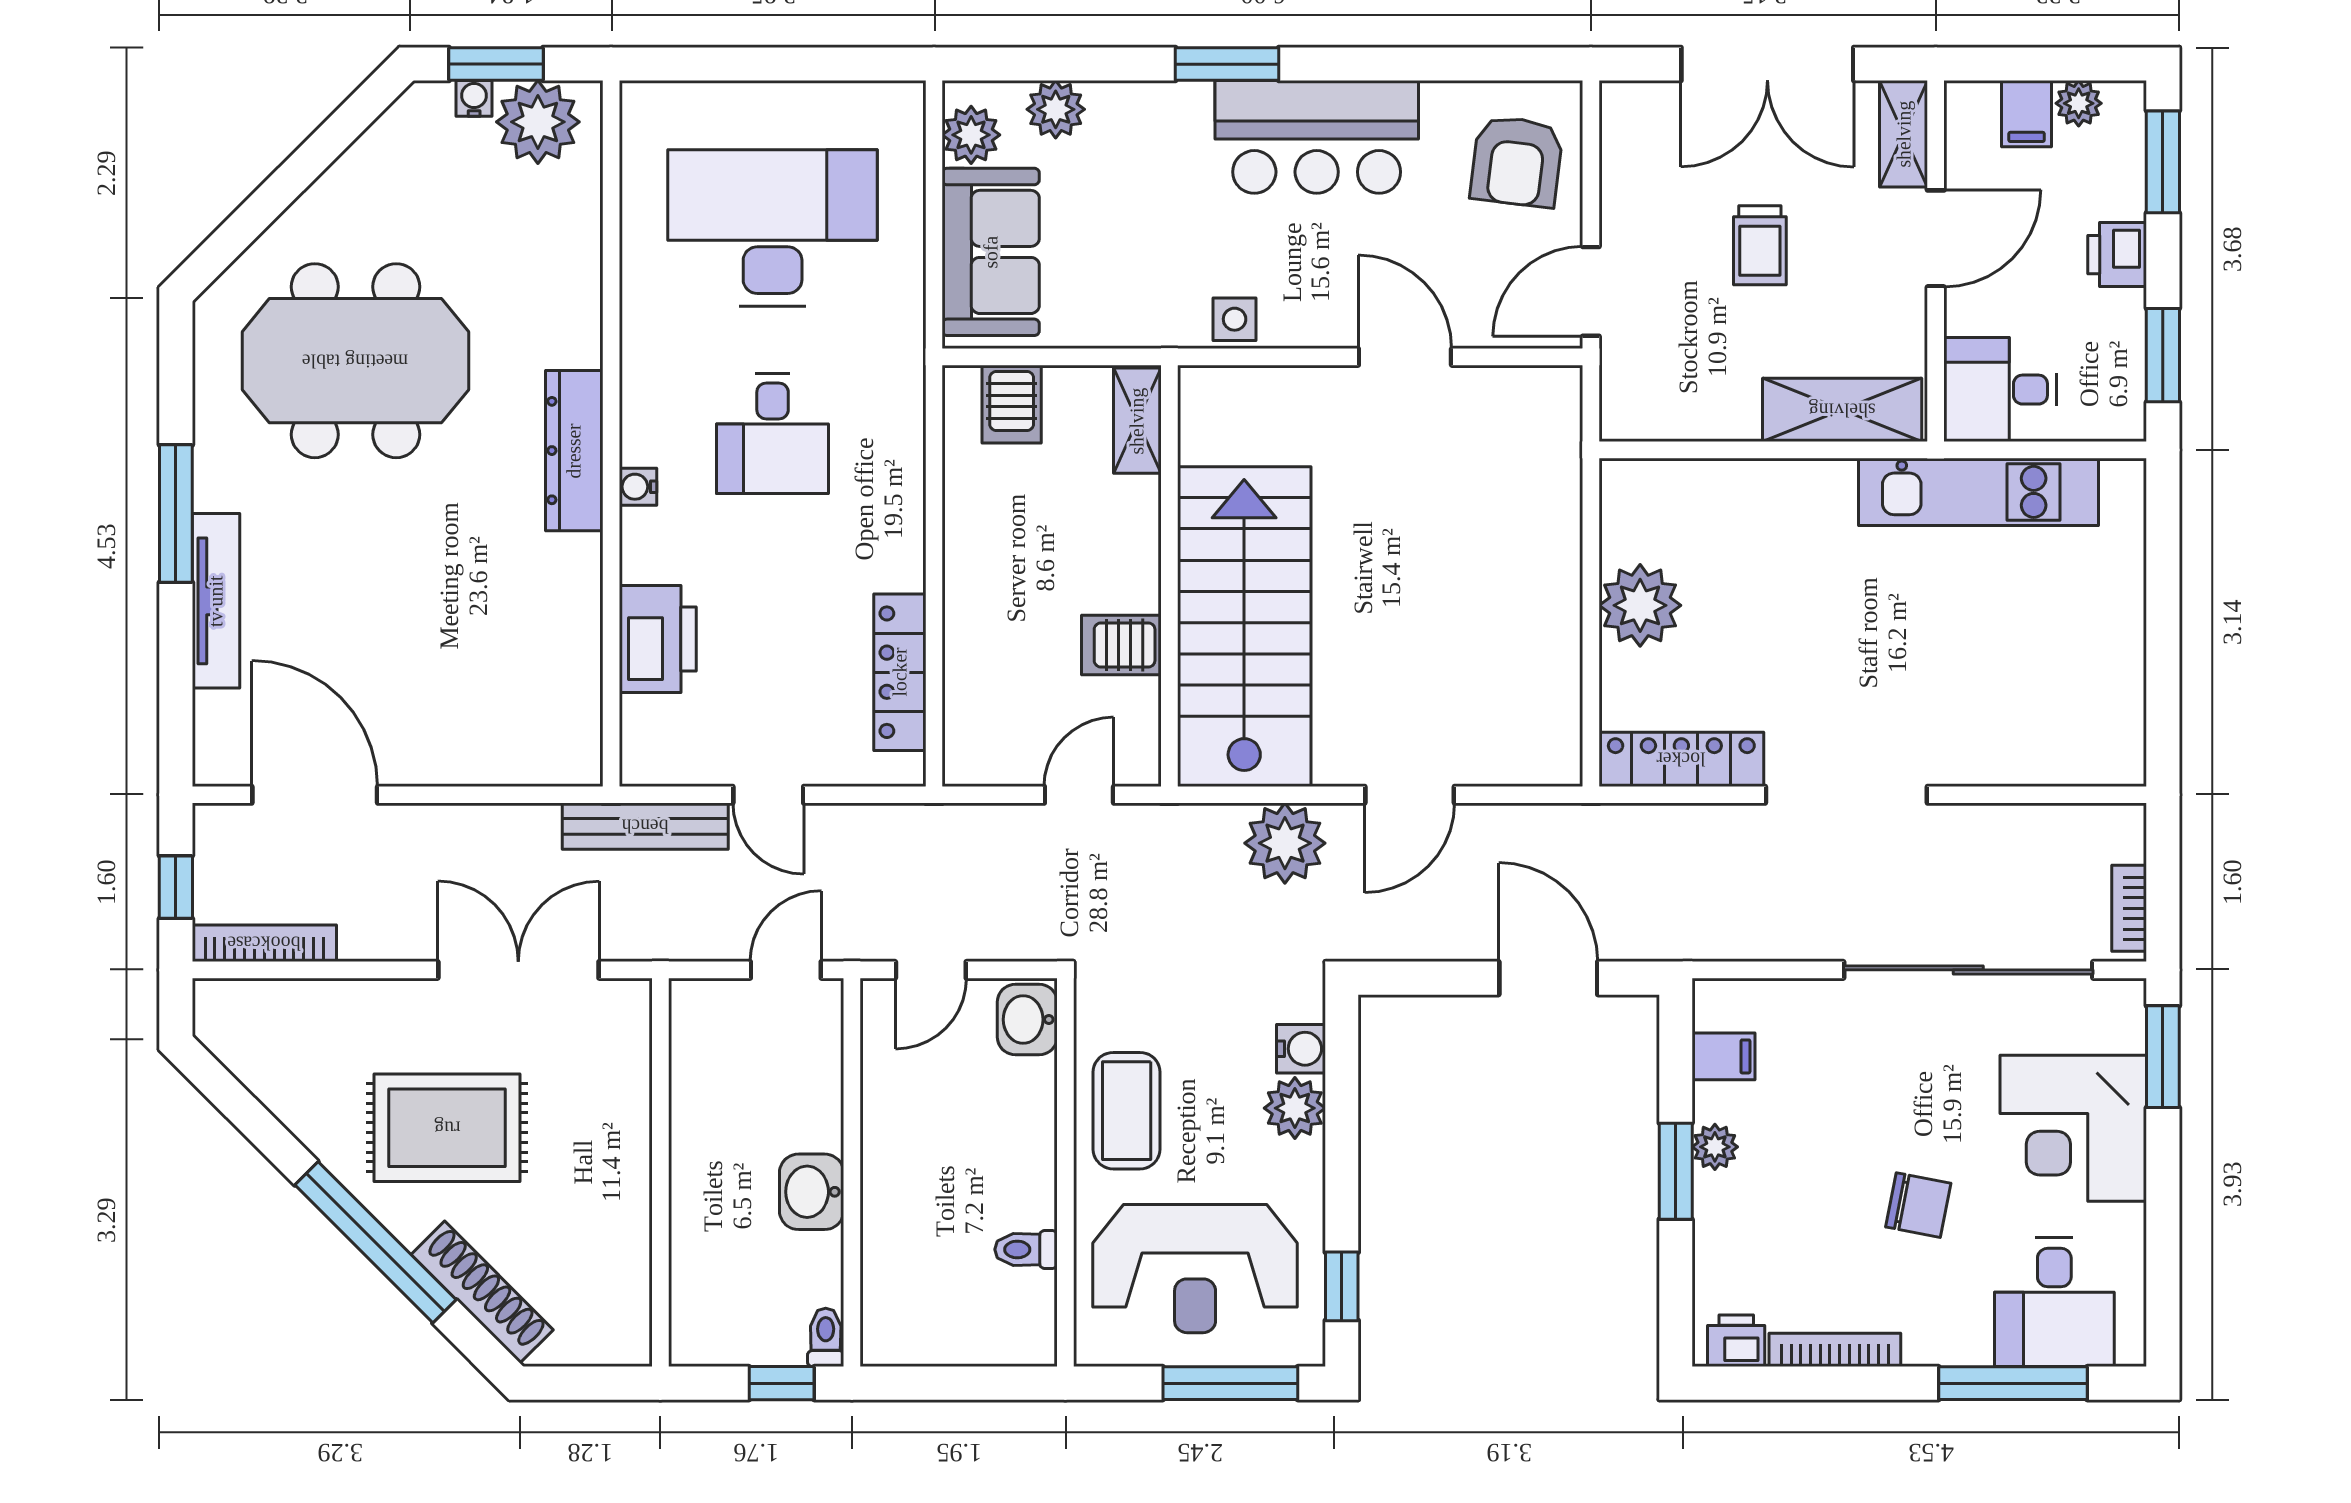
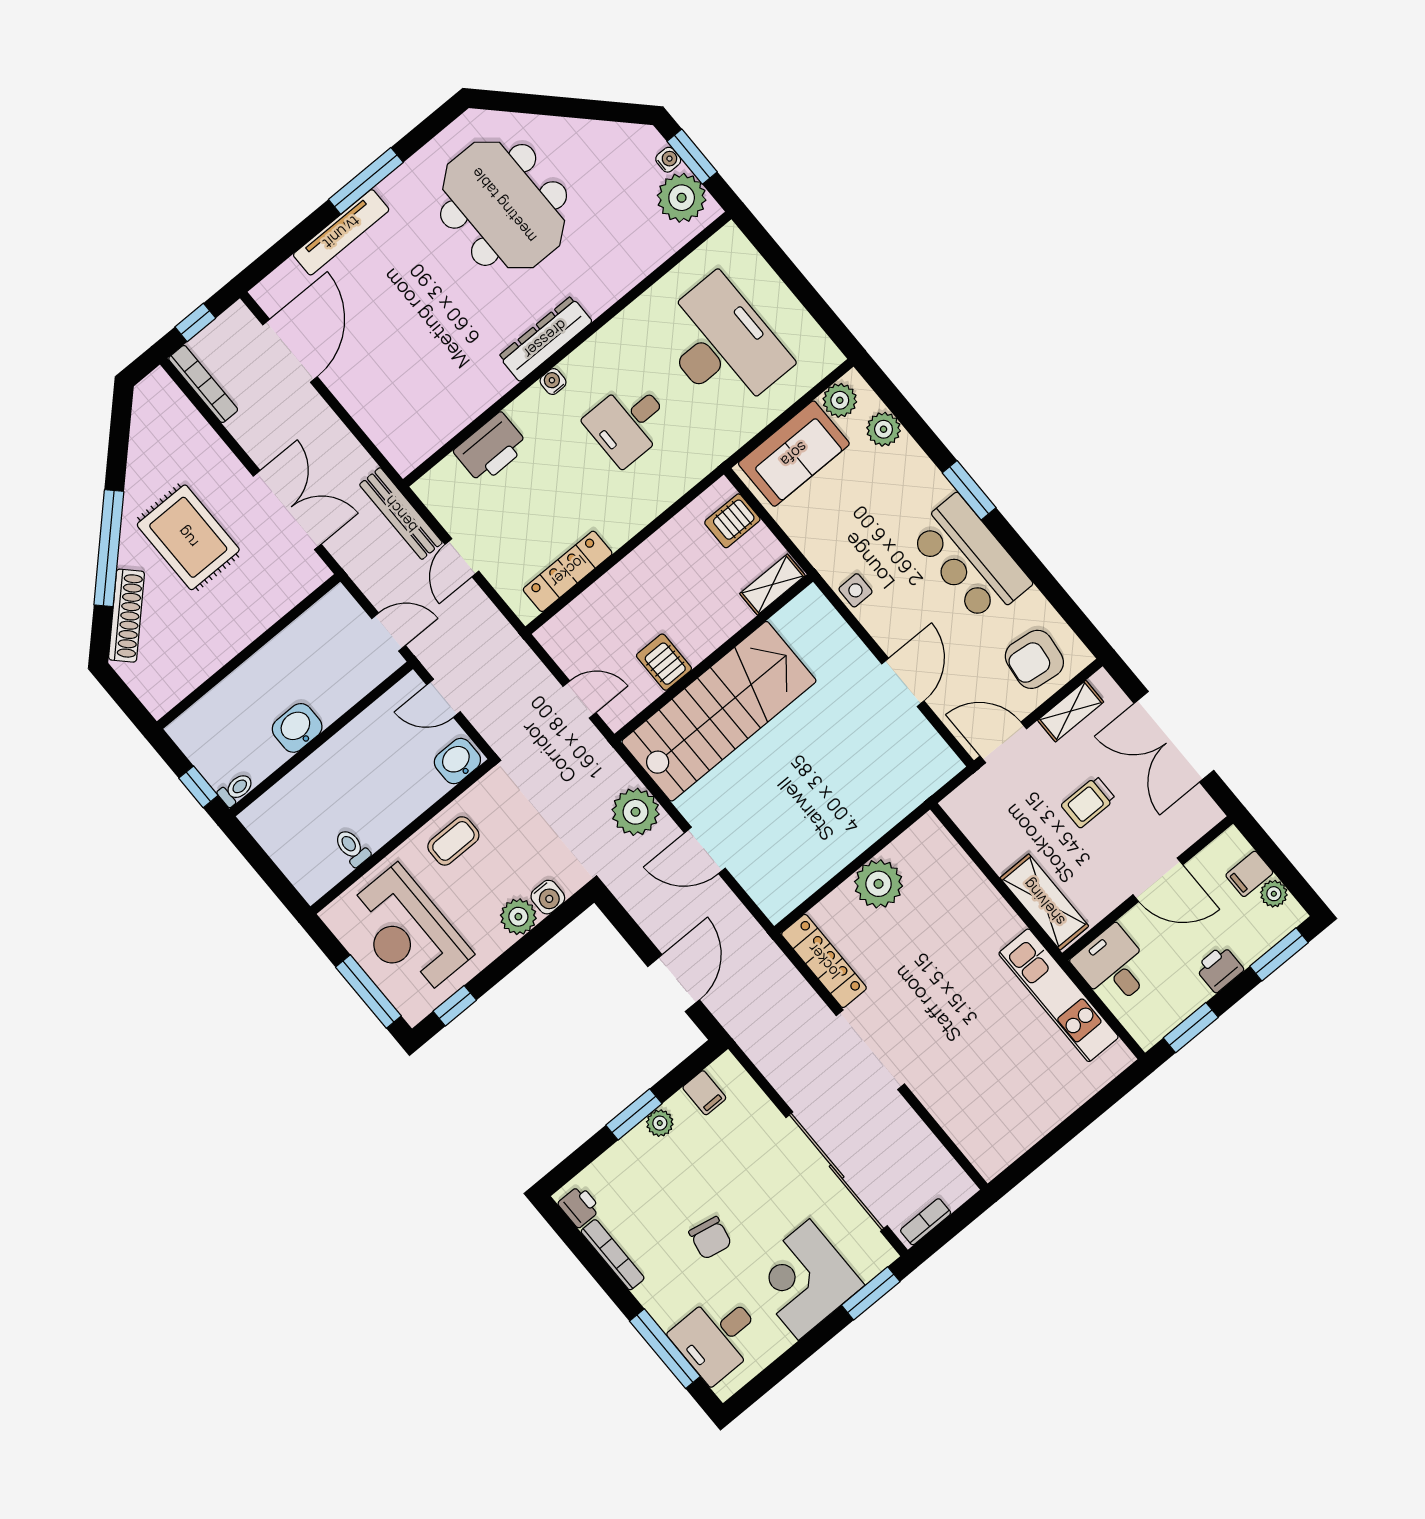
shelving: (1904, 134) -> (1071, 711), moved
coffee table: (1127, 1111) -> (453, 841), width x0.73, depth x0.77

